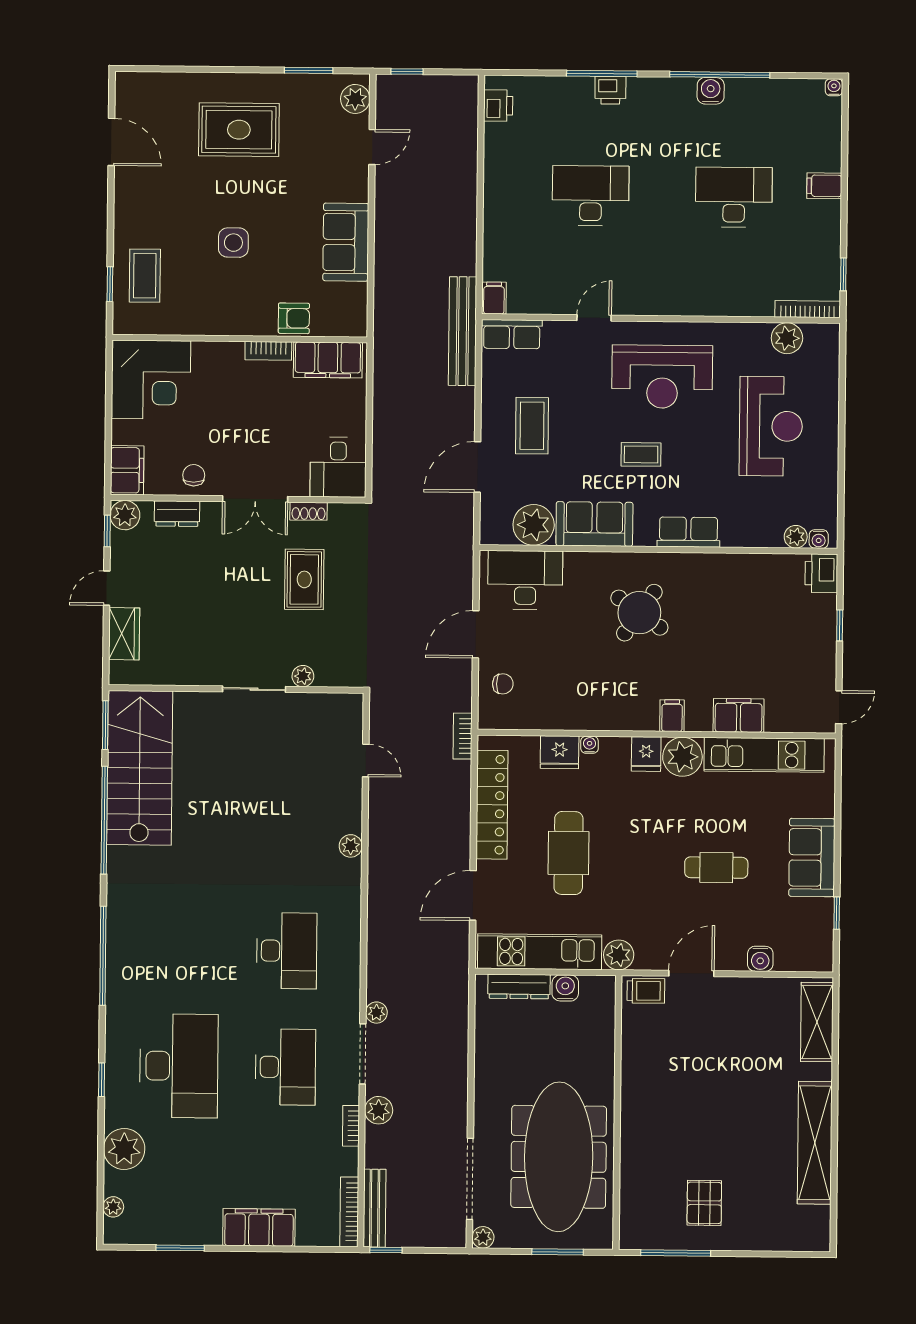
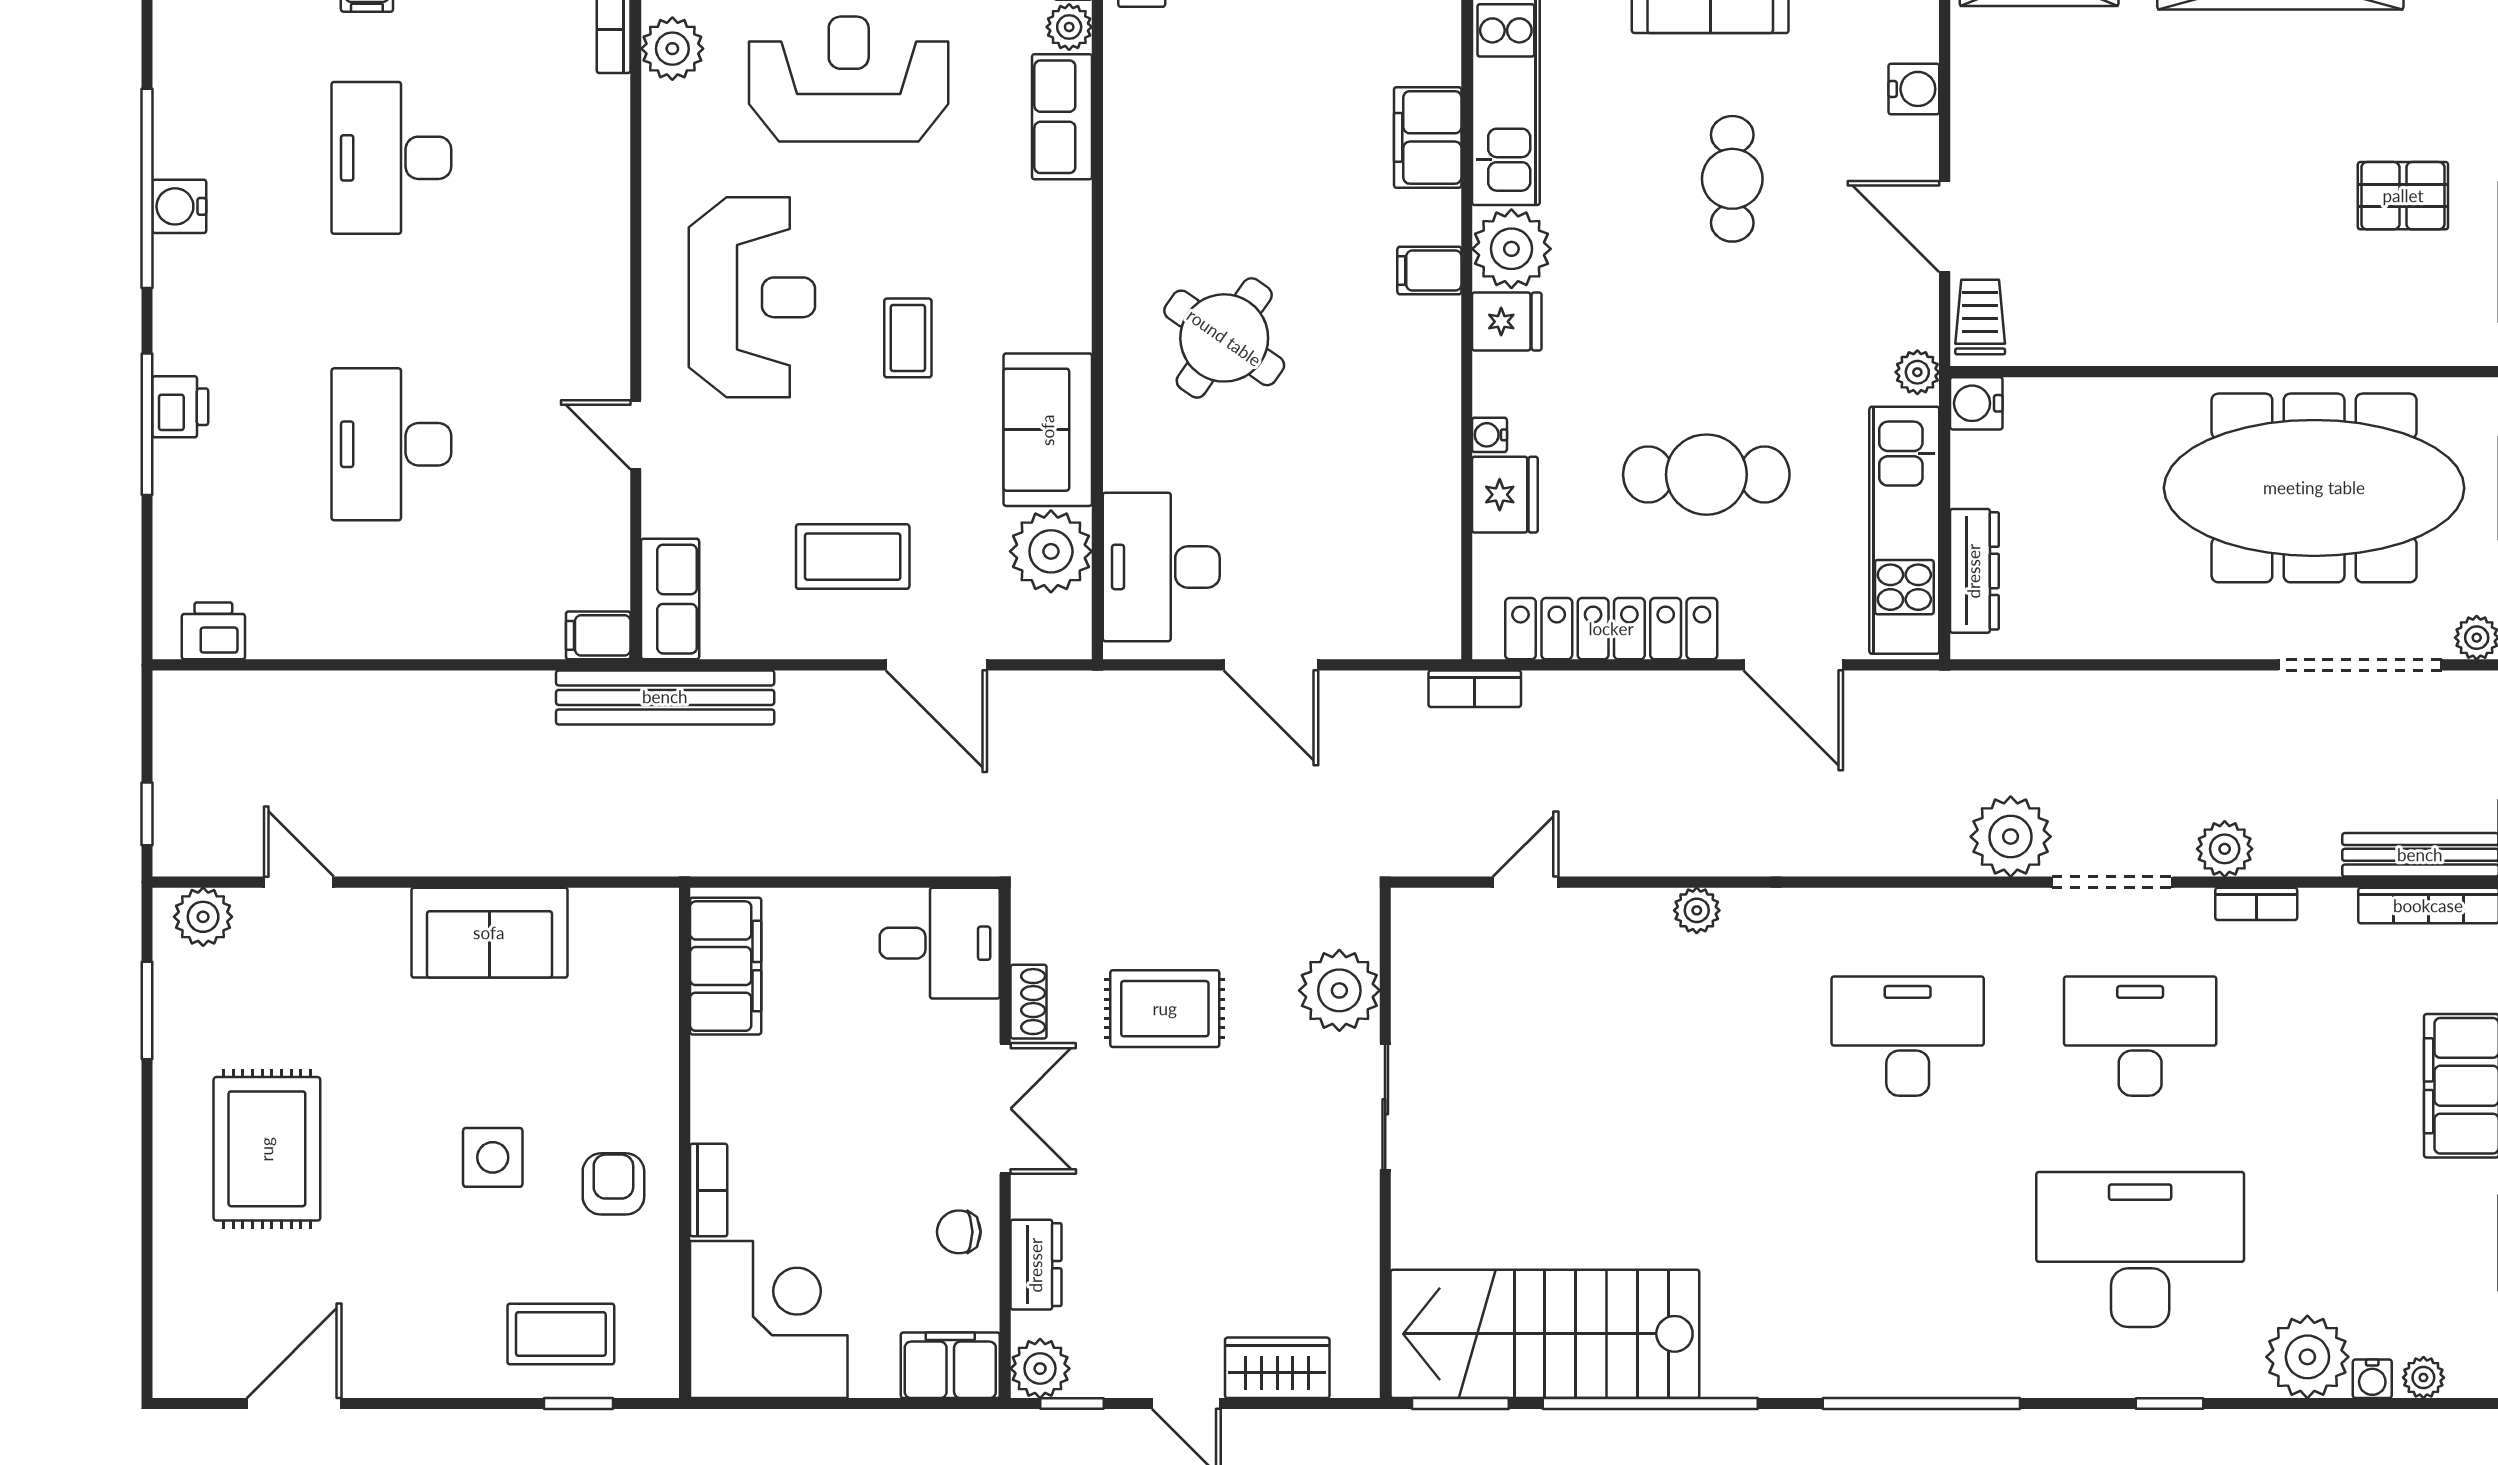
armchair: (294, 318) -> (613, 1184), moved
bookcase: (268, 351) -> (709, 1190), moved
row of seats: (688, 532) -> (1062, 117), moved
plant: (303, 676) -> (1339, 990), width x1.88, depth x1.88
chair: (503, 684) -> (1369, 609), removed
plant: (619, 955) -> (1917, 372), width x0.73, depth x0.73
water cooler: (565, 988) -> (1976, 403), moved
plant: (376, 1013) -> (2011, 837), width x1.87, depth x1.87
water cooler: (113, 1181) -> (2372, 1379), added

